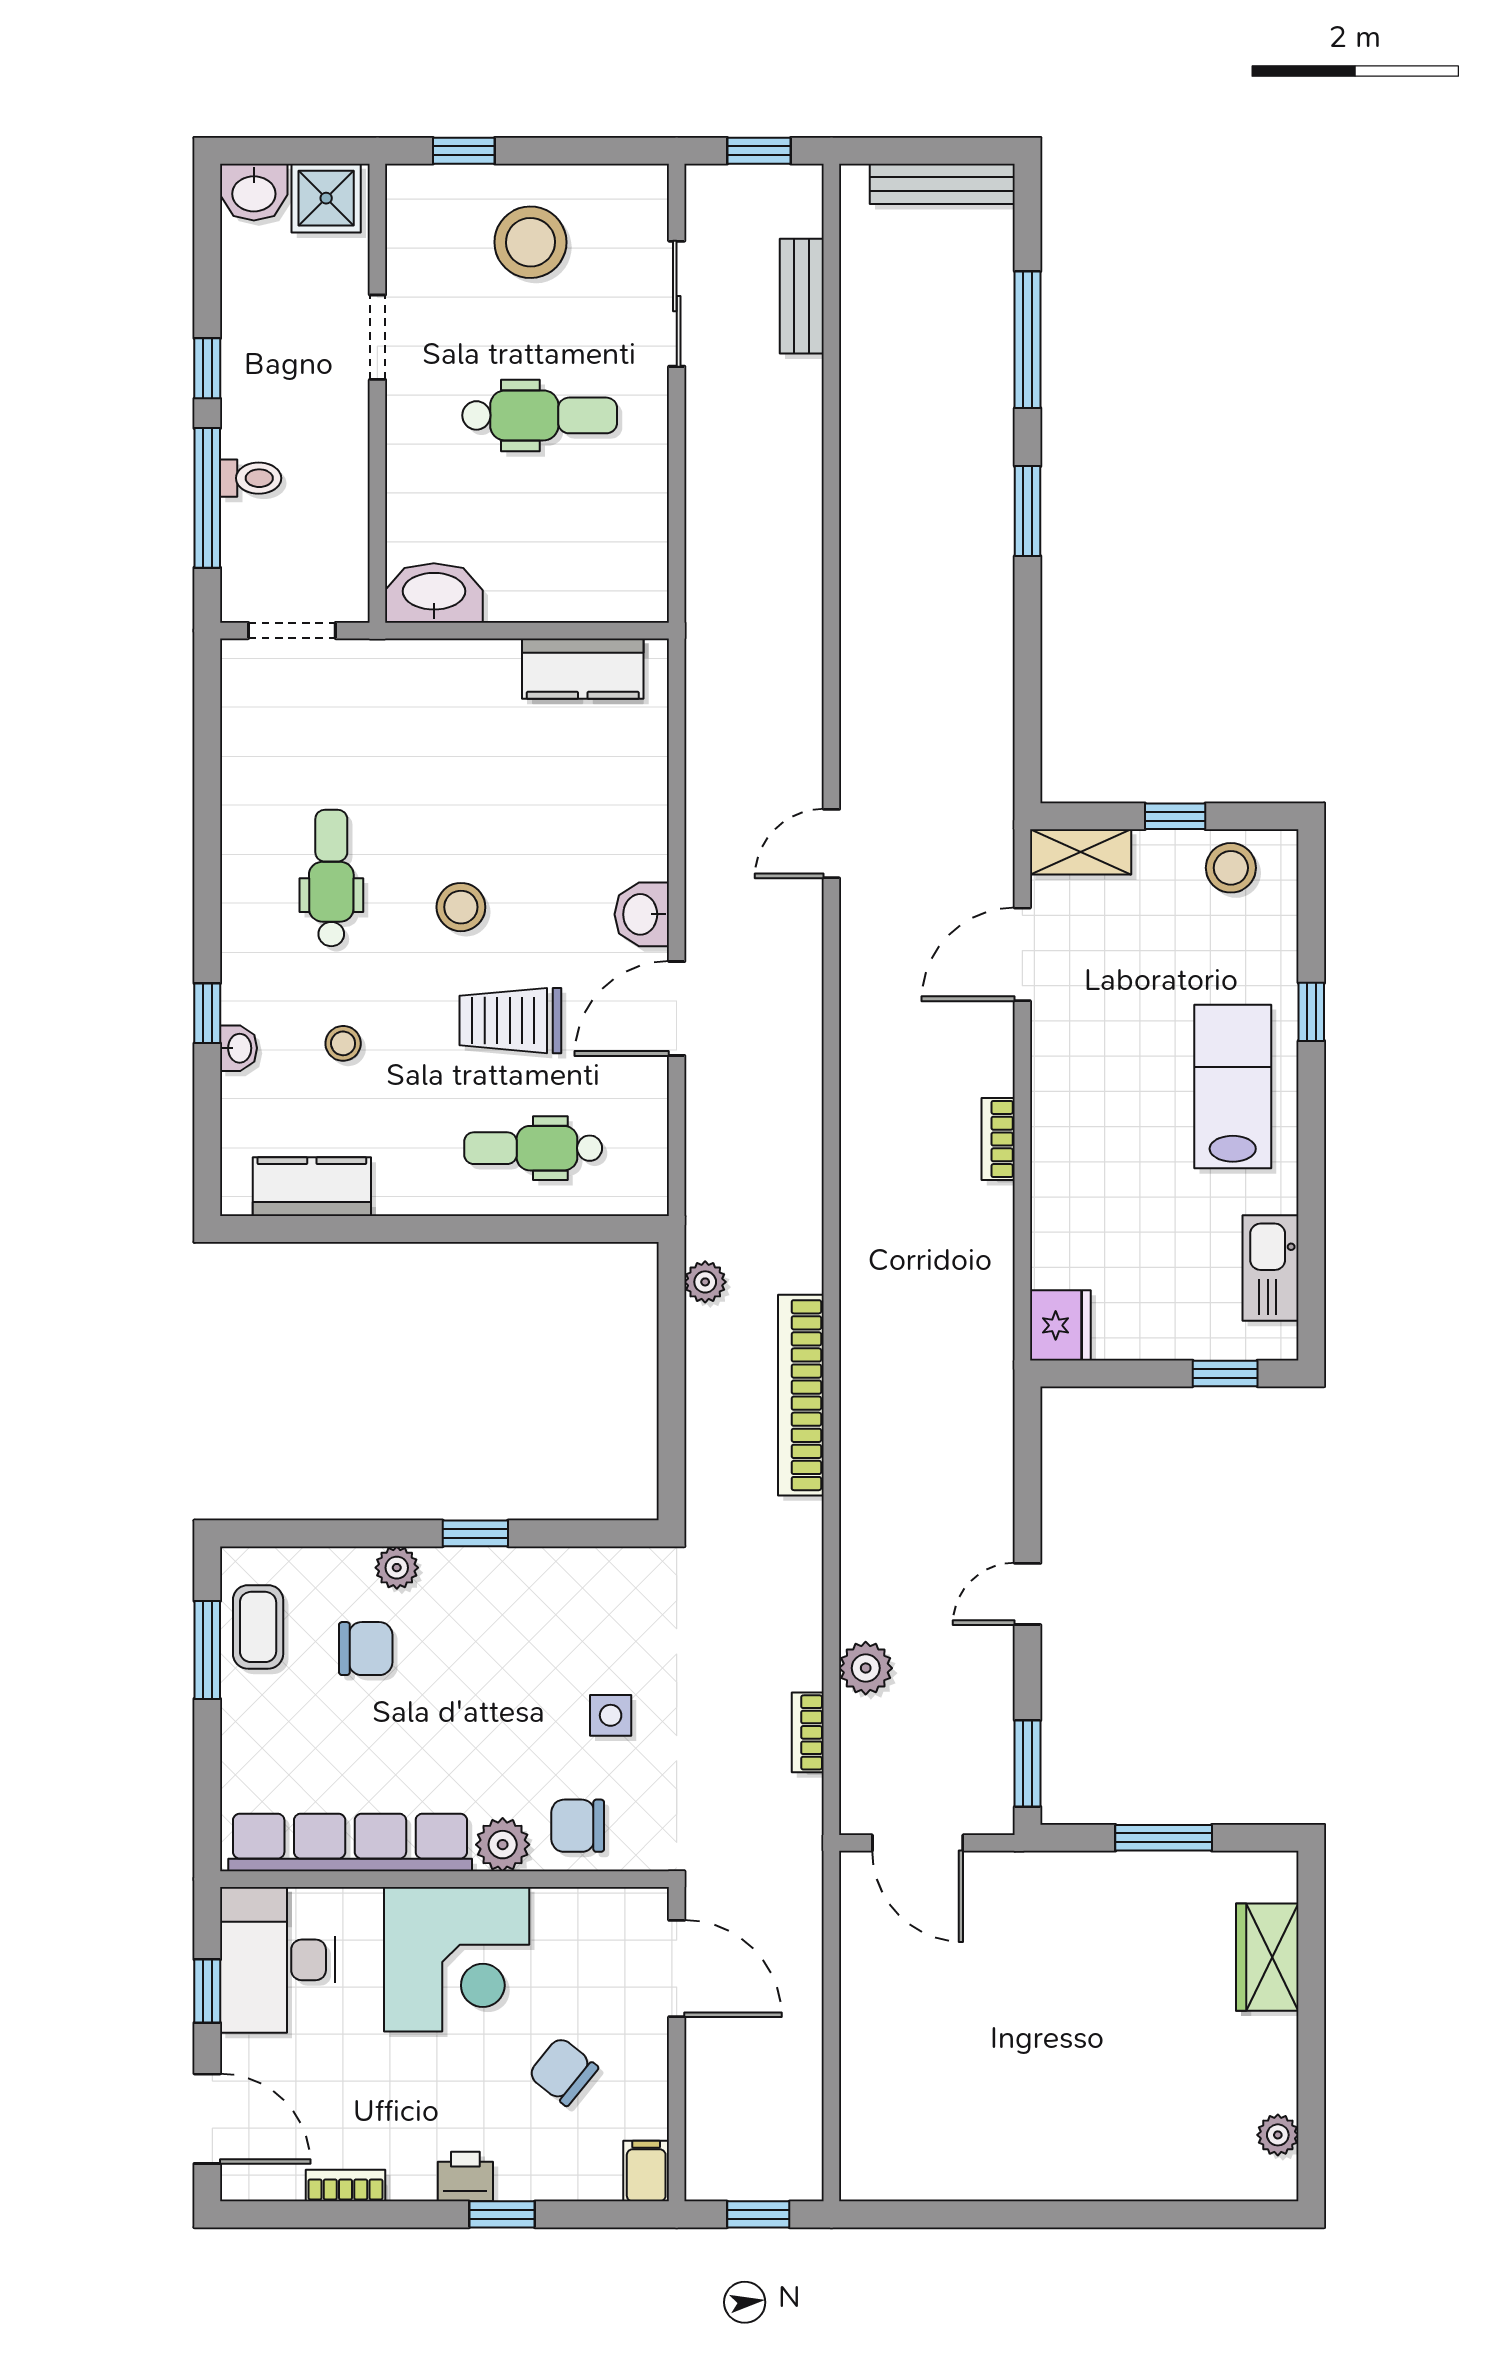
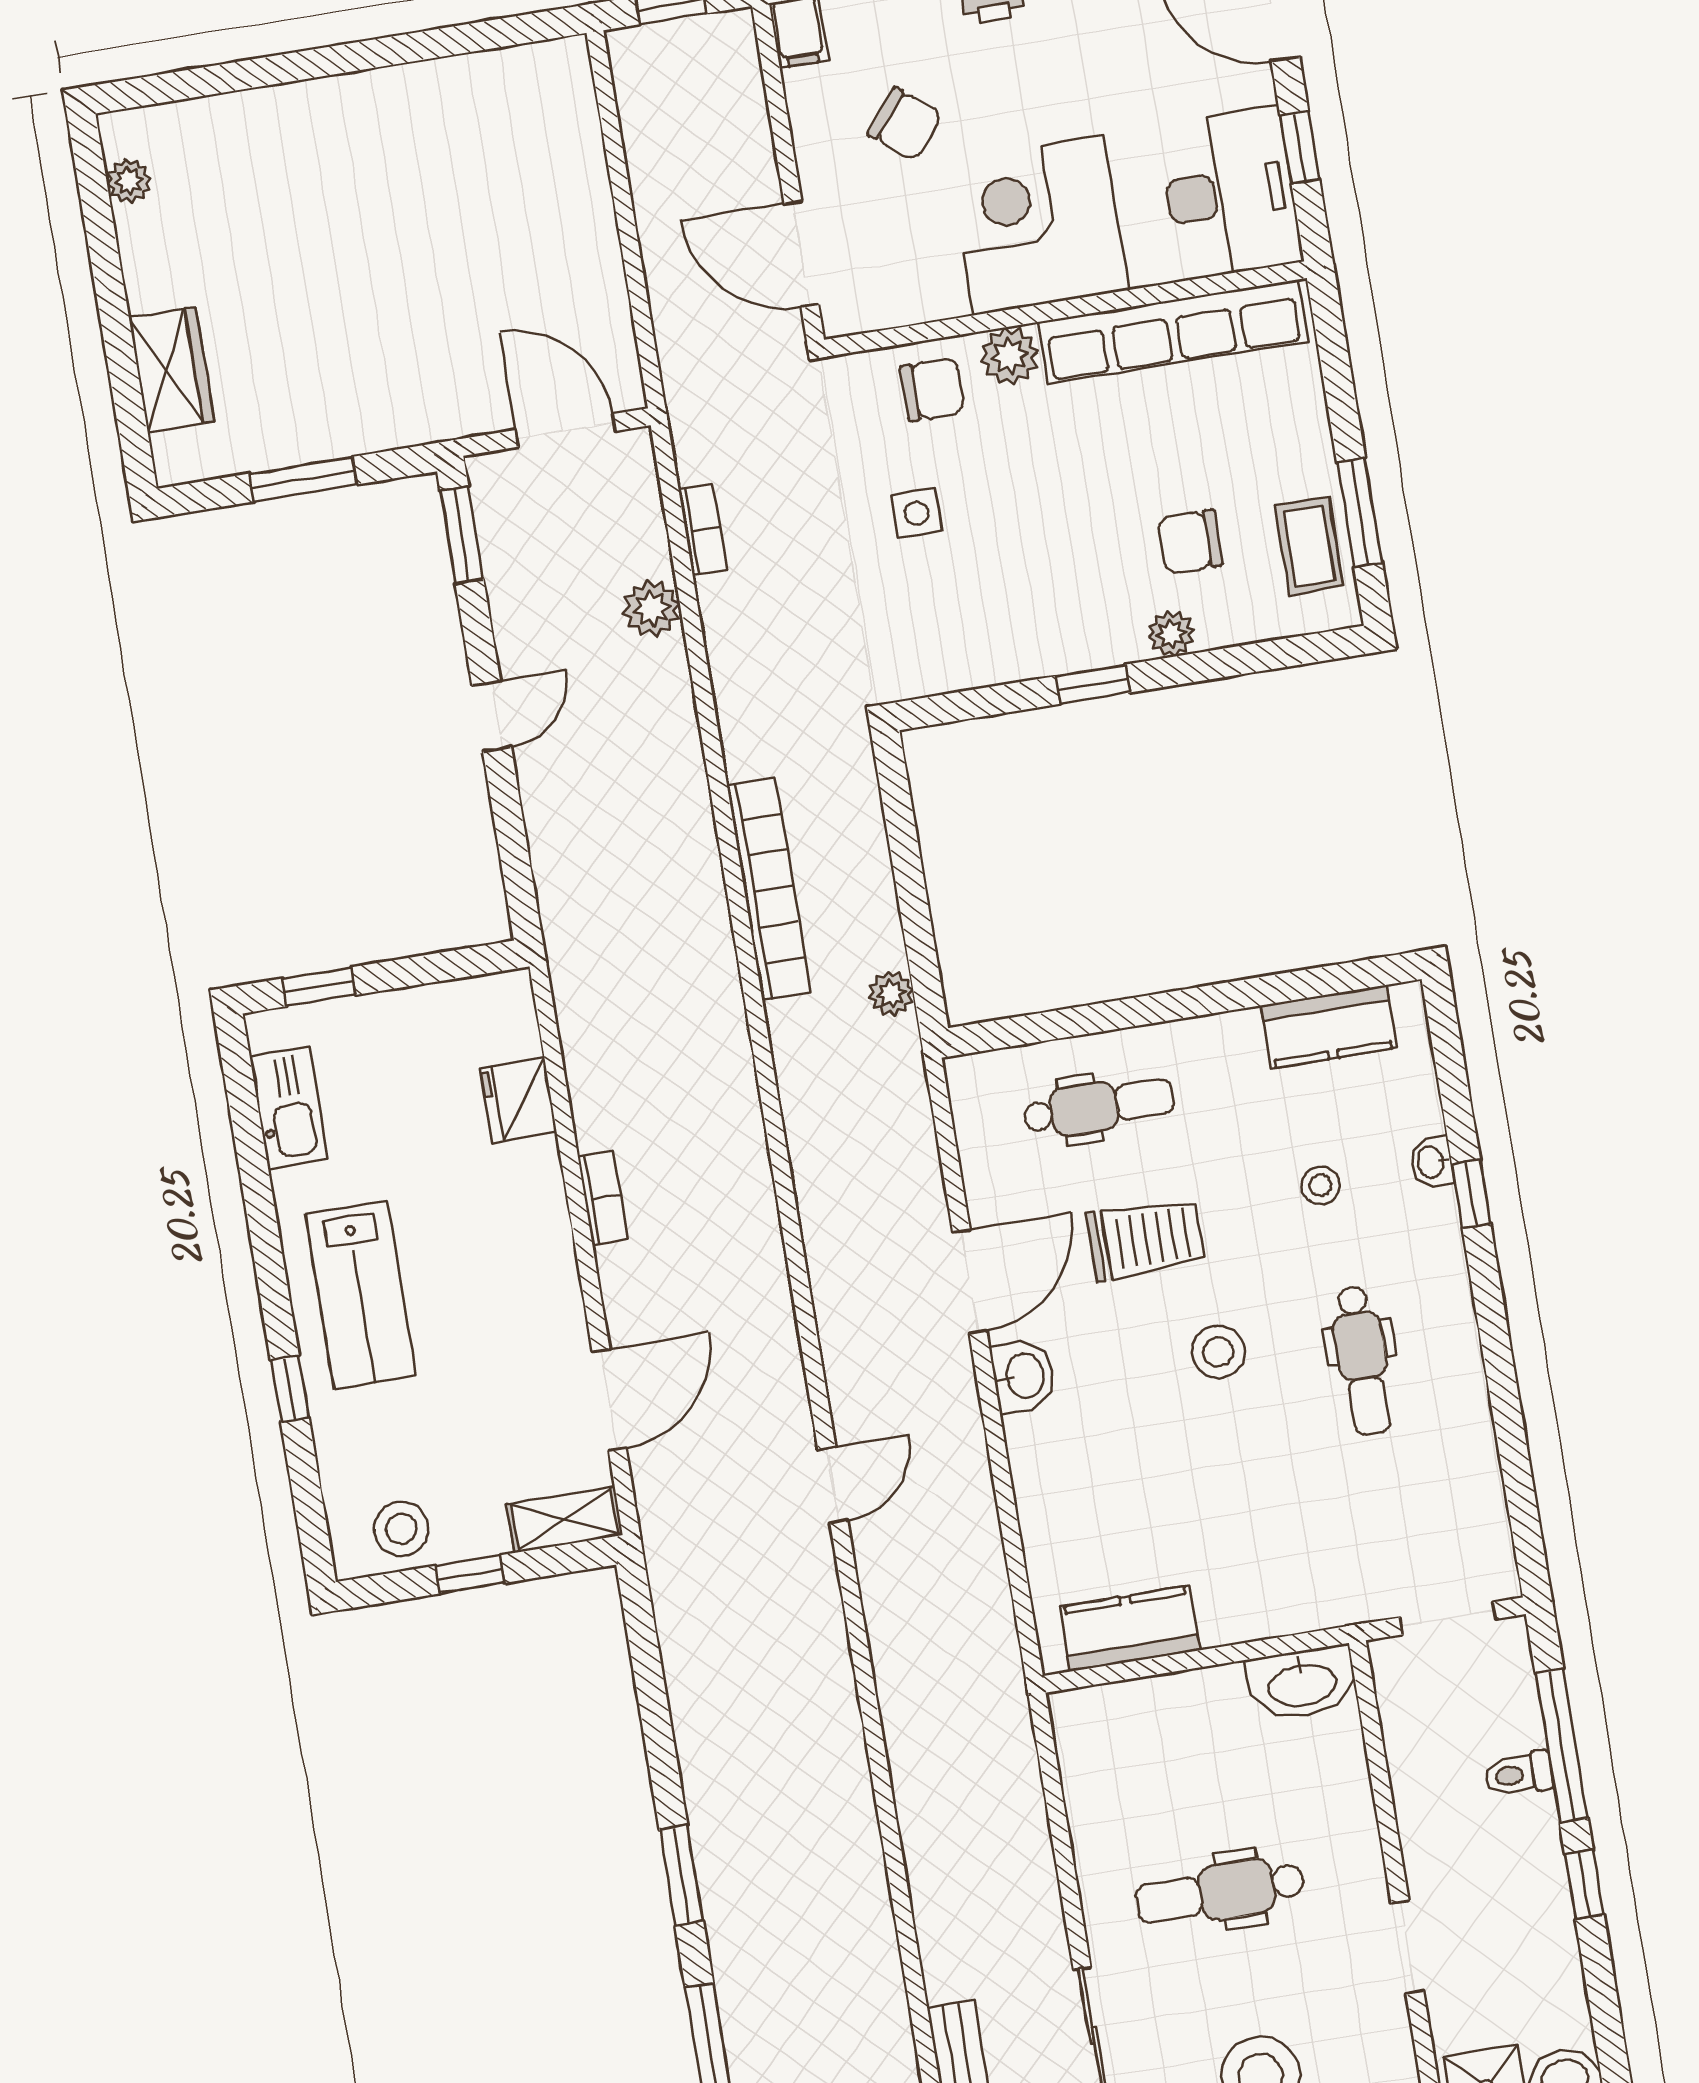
fridge: (1060, 1325) -> (518, 1100), moved

